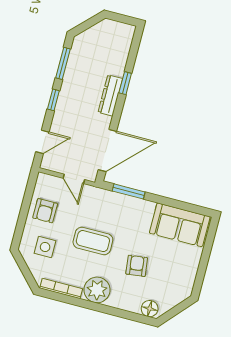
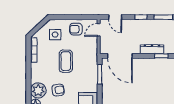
door: (74, 179) -> (99, 30), moved
plant: (97, 290) -> (38, 90), moved

